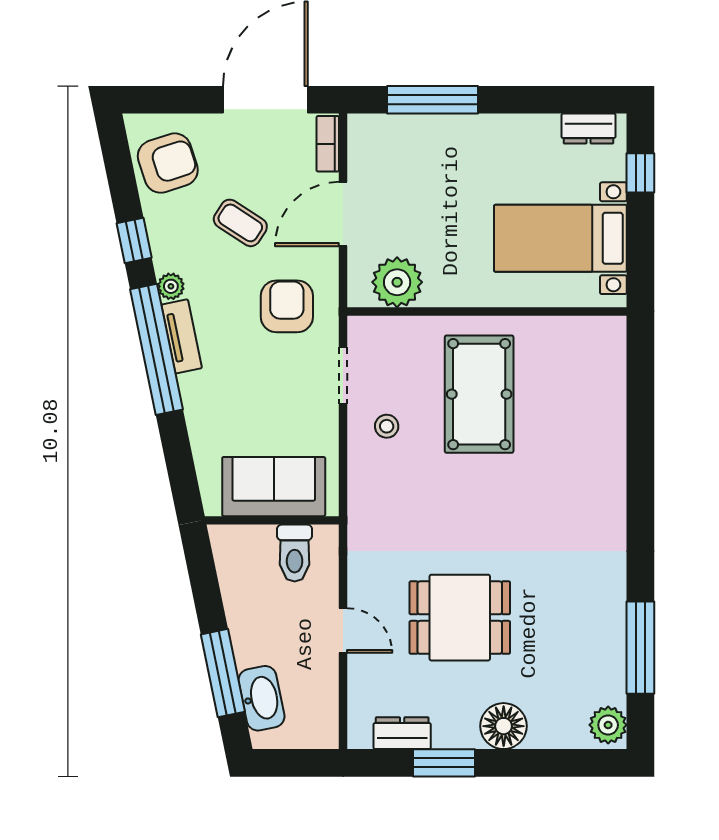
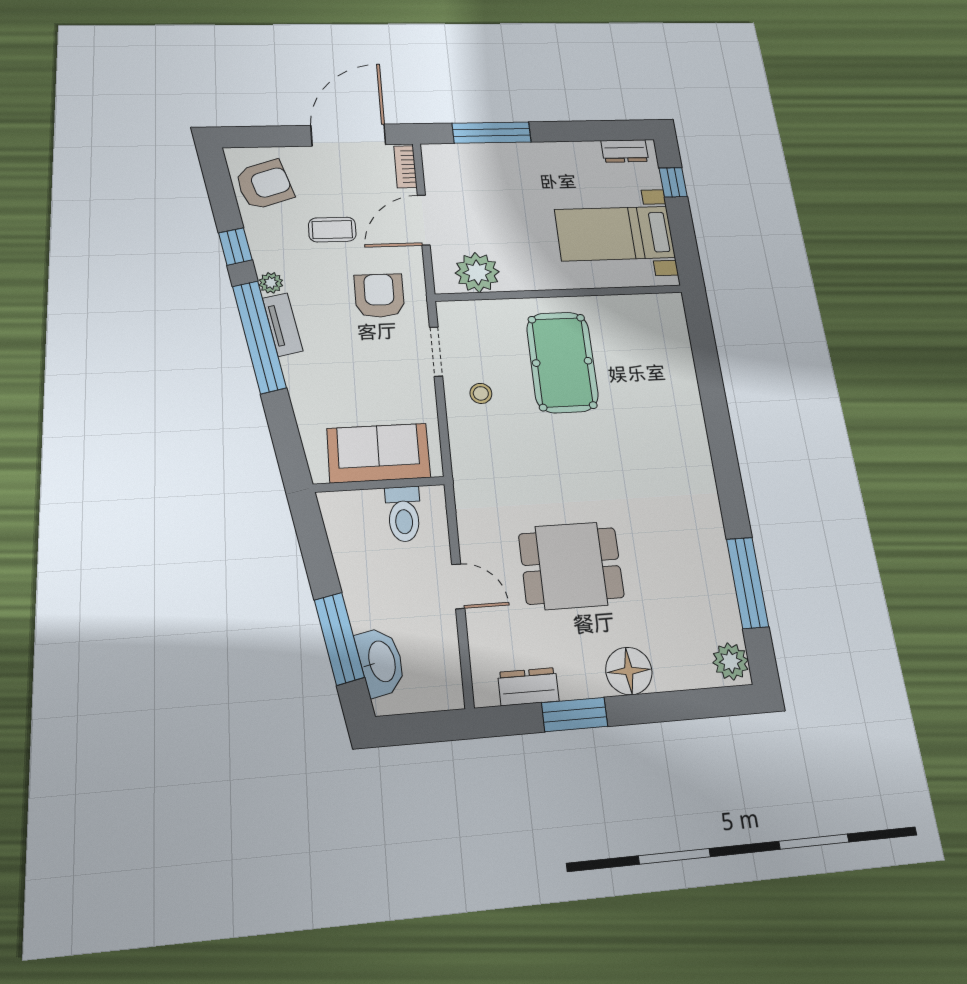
coffee table: (240, 223) -> (332, 230), turned -33

